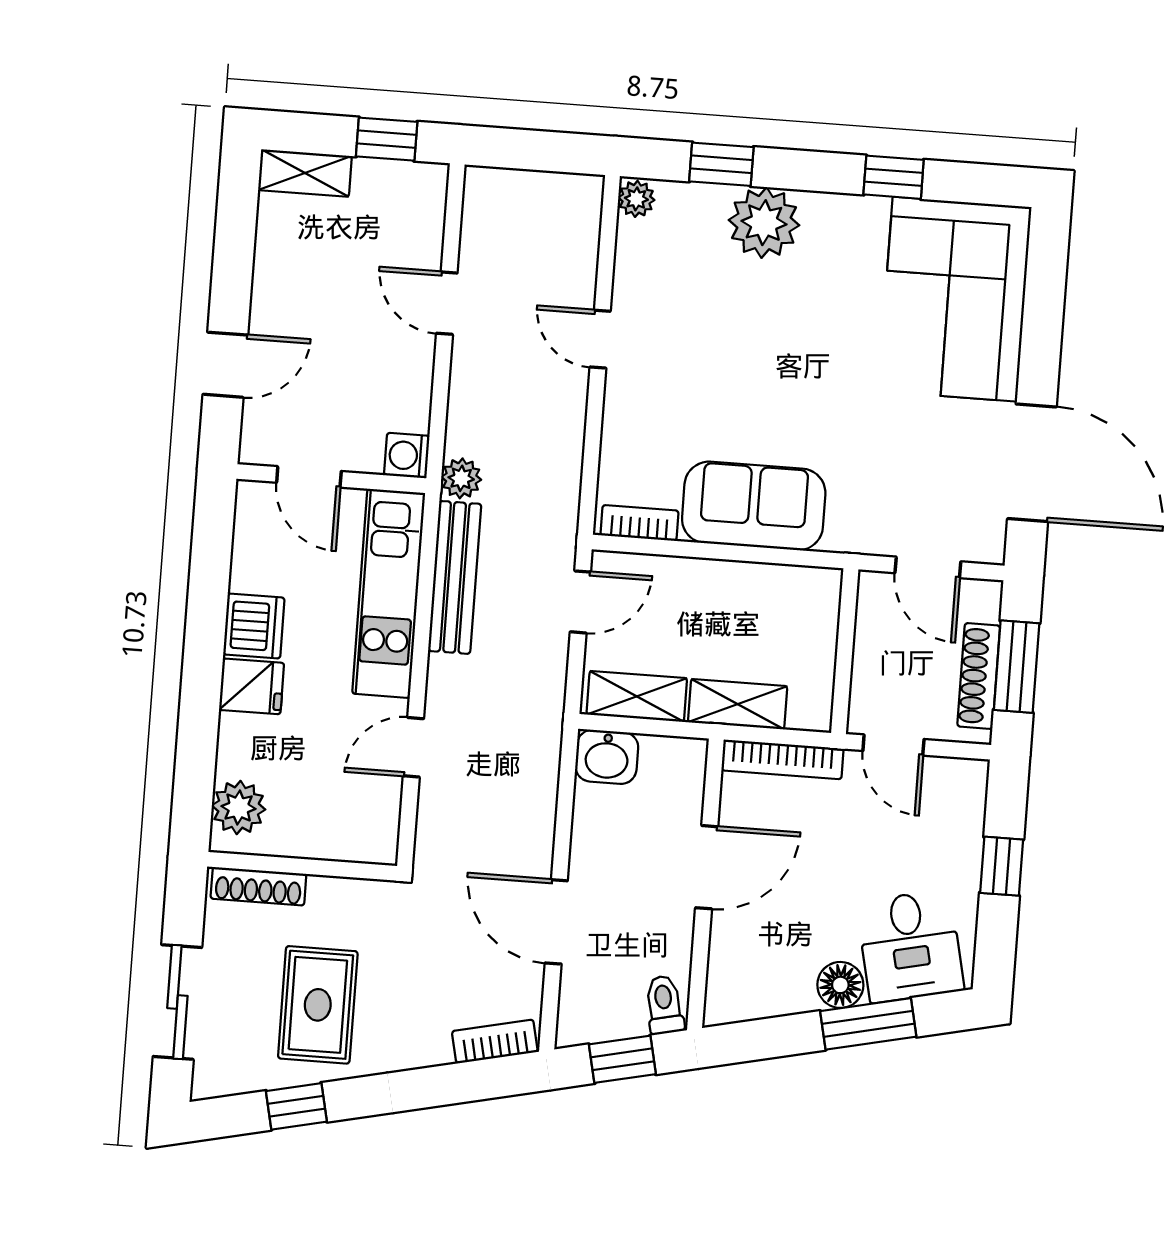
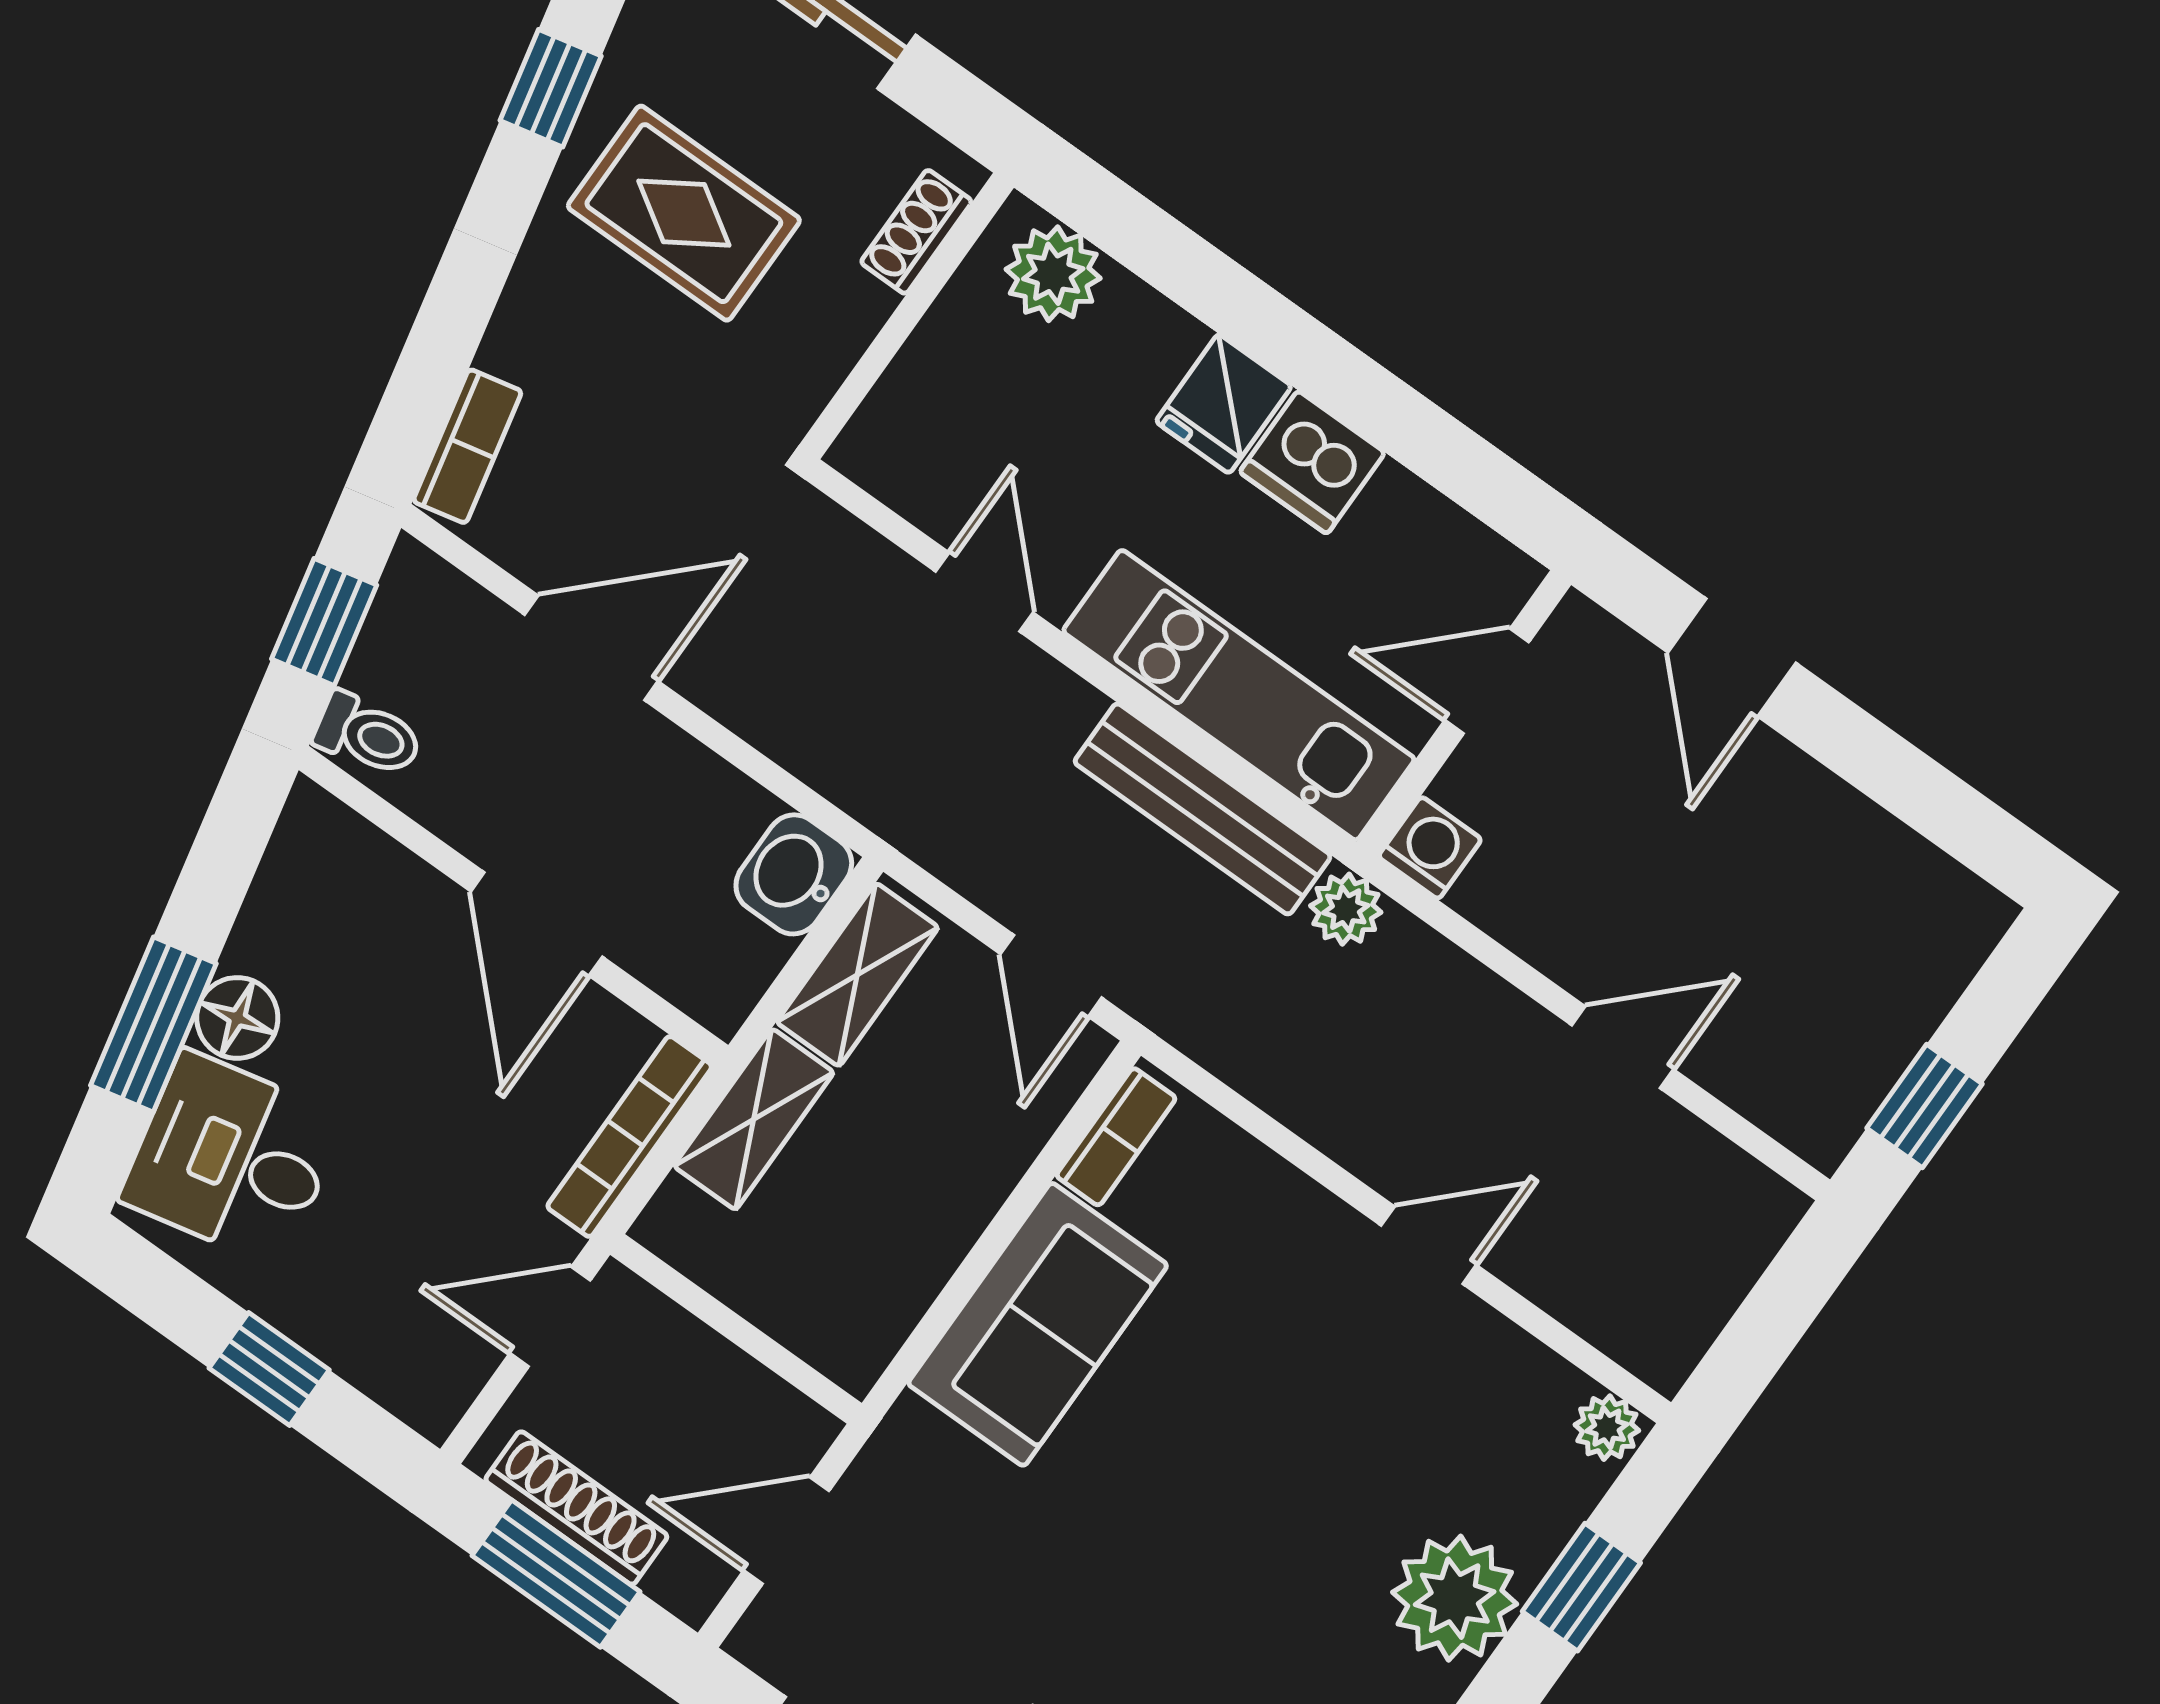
shelving: (305, 173) -> (1948, 952), removed
shoe rack: (258, 886) -> (916, 232), width x0.70

